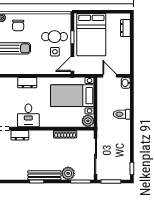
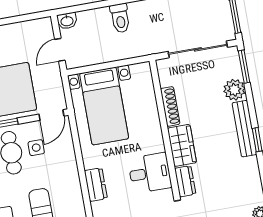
door: (72, 64) -> (51, 115), hinge flipped
plant: (88, 121) -> (141, 72), removed
wardrobe: (41, 137) -> (182, 145), added

